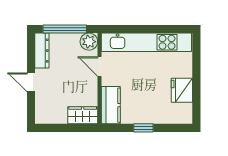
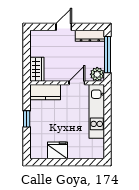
kitchen unit: (146, 42) -> (97, 111), width x0.73

